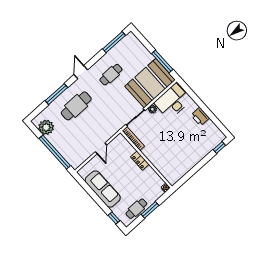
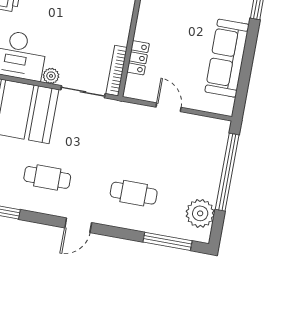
window: (56, 94) -> (168, 241), moved
cafe table: (76, 106) -> (134, 193), width x0.73, depth x0.74
door: (101, 148) -> (169, 107), hinge flipped
locker: (140, 161) -> (138, 58), moved

